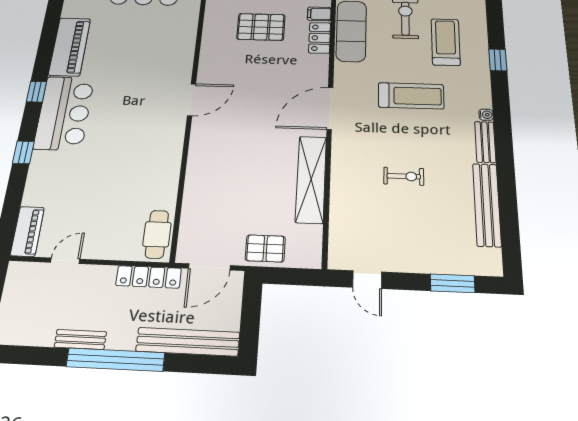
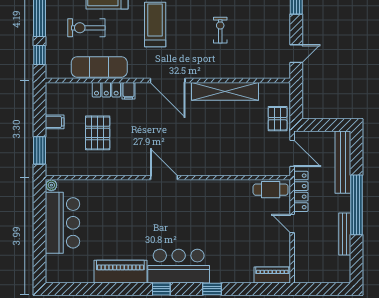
filing cabinet: (319, 14) -> (129, 91), moved
door: (65, 261) -> (292, 224), moved
bench: (80, 339) -> (345, 234), width x1.36

